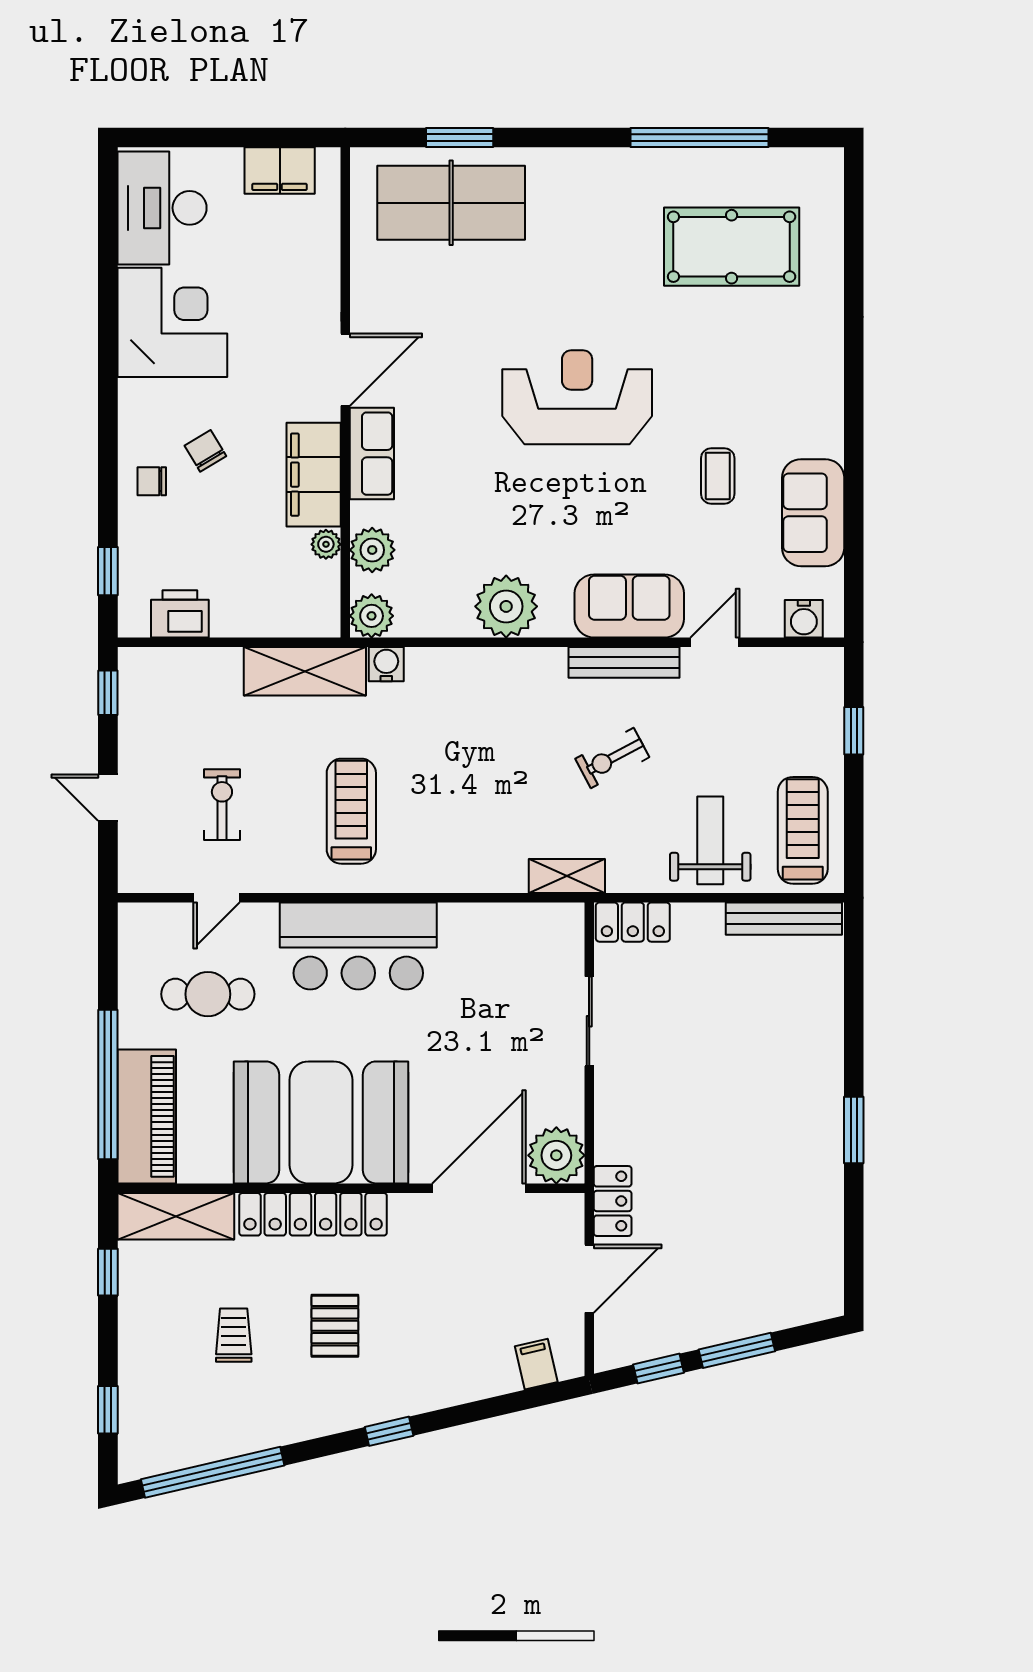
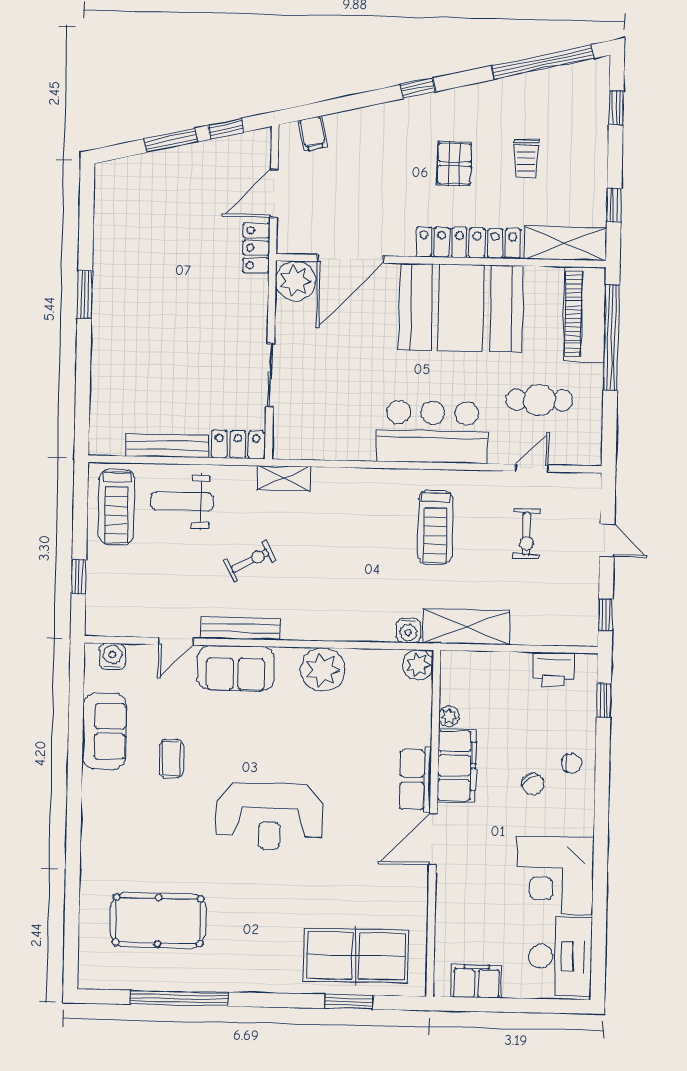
plant: (372, 550) -> (417, 711), removed
weight bench: (710, 840) -> (182, 501), turned 90
bench: (784, 919) -> (167, 446), moved

